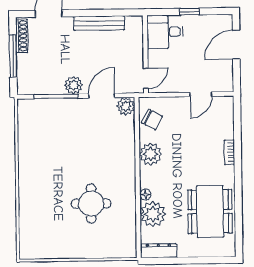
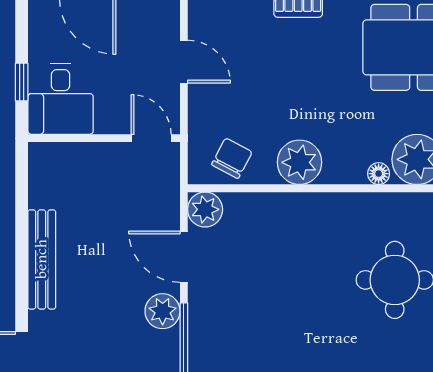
desk: (165, 32) -> (61, 99), moved
wall: (145, 54) -> (104, 138), moved
door: (146, 78) -> (151, 138), moved

